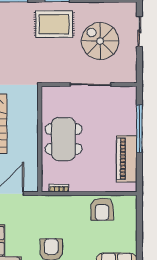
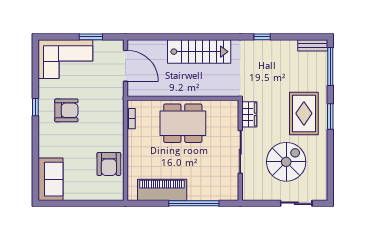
wardrobe: (55, 76) -> (249, 114), added
armchair: (102, 209) -> (109, 164), turned -90

